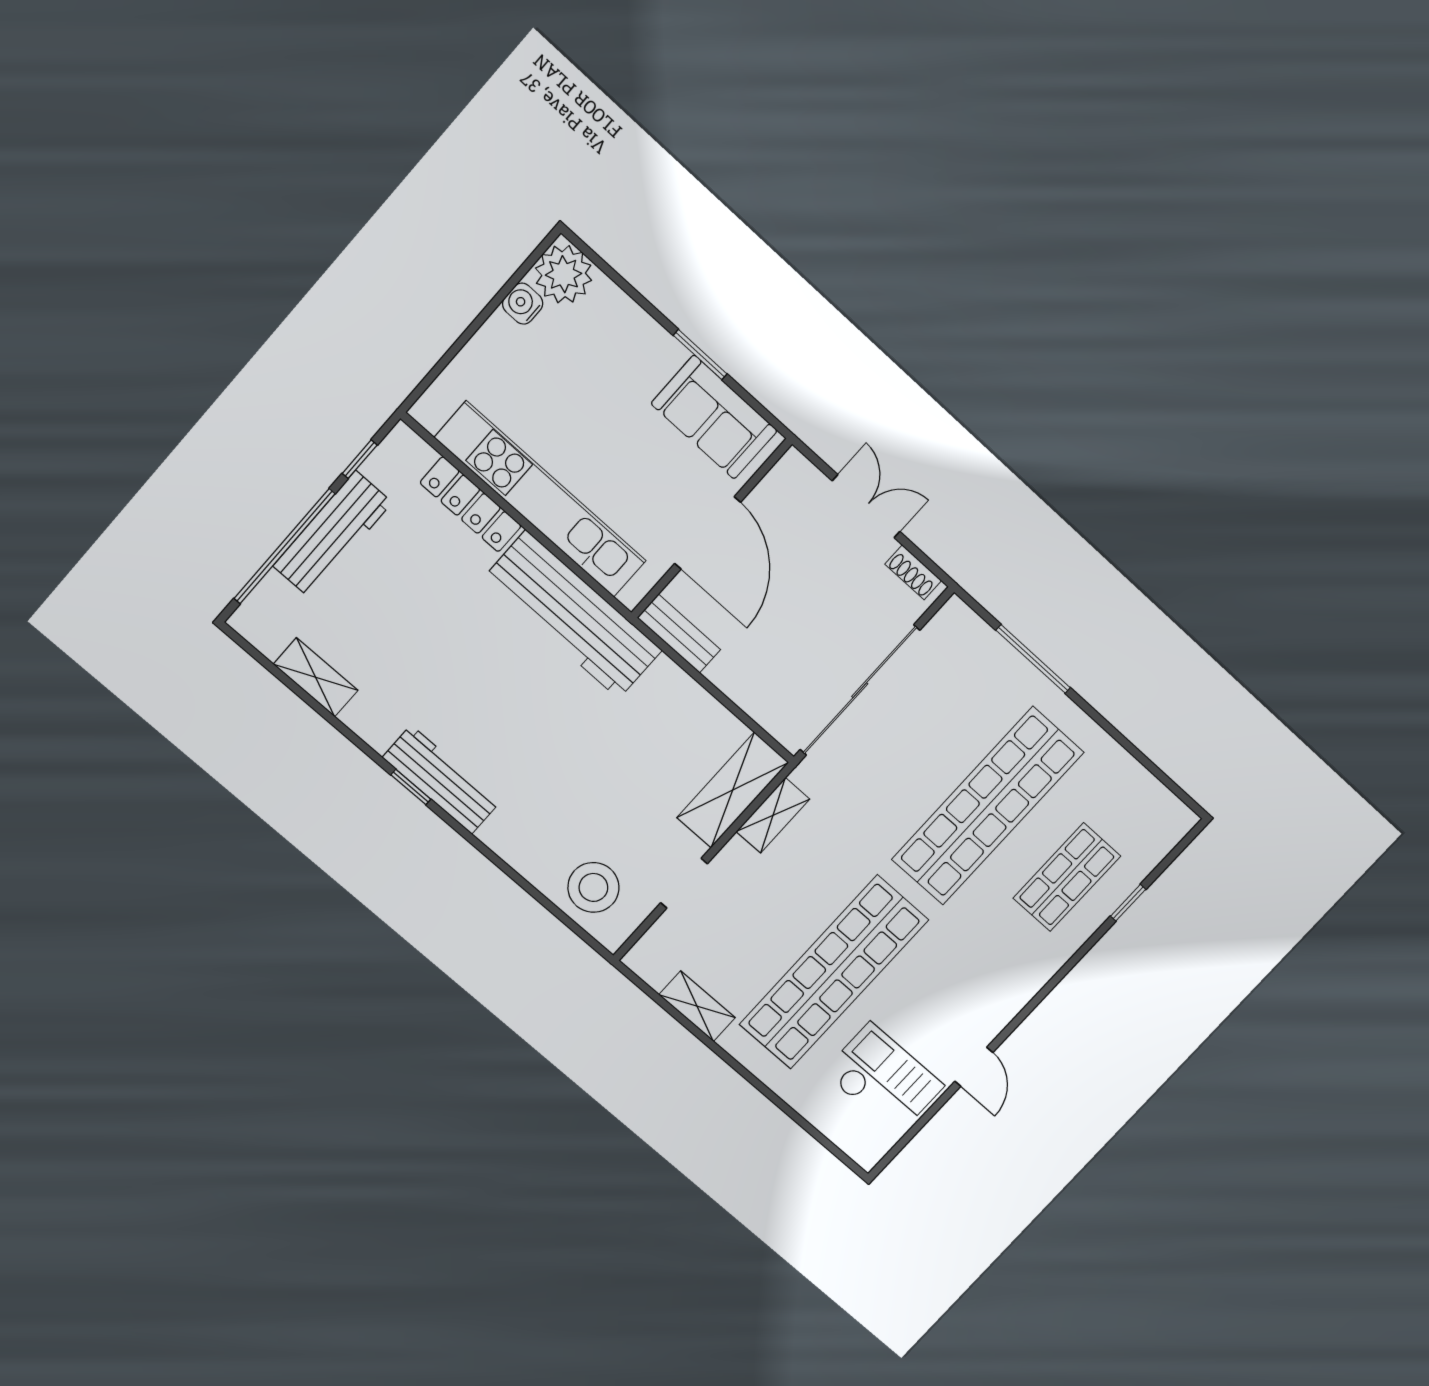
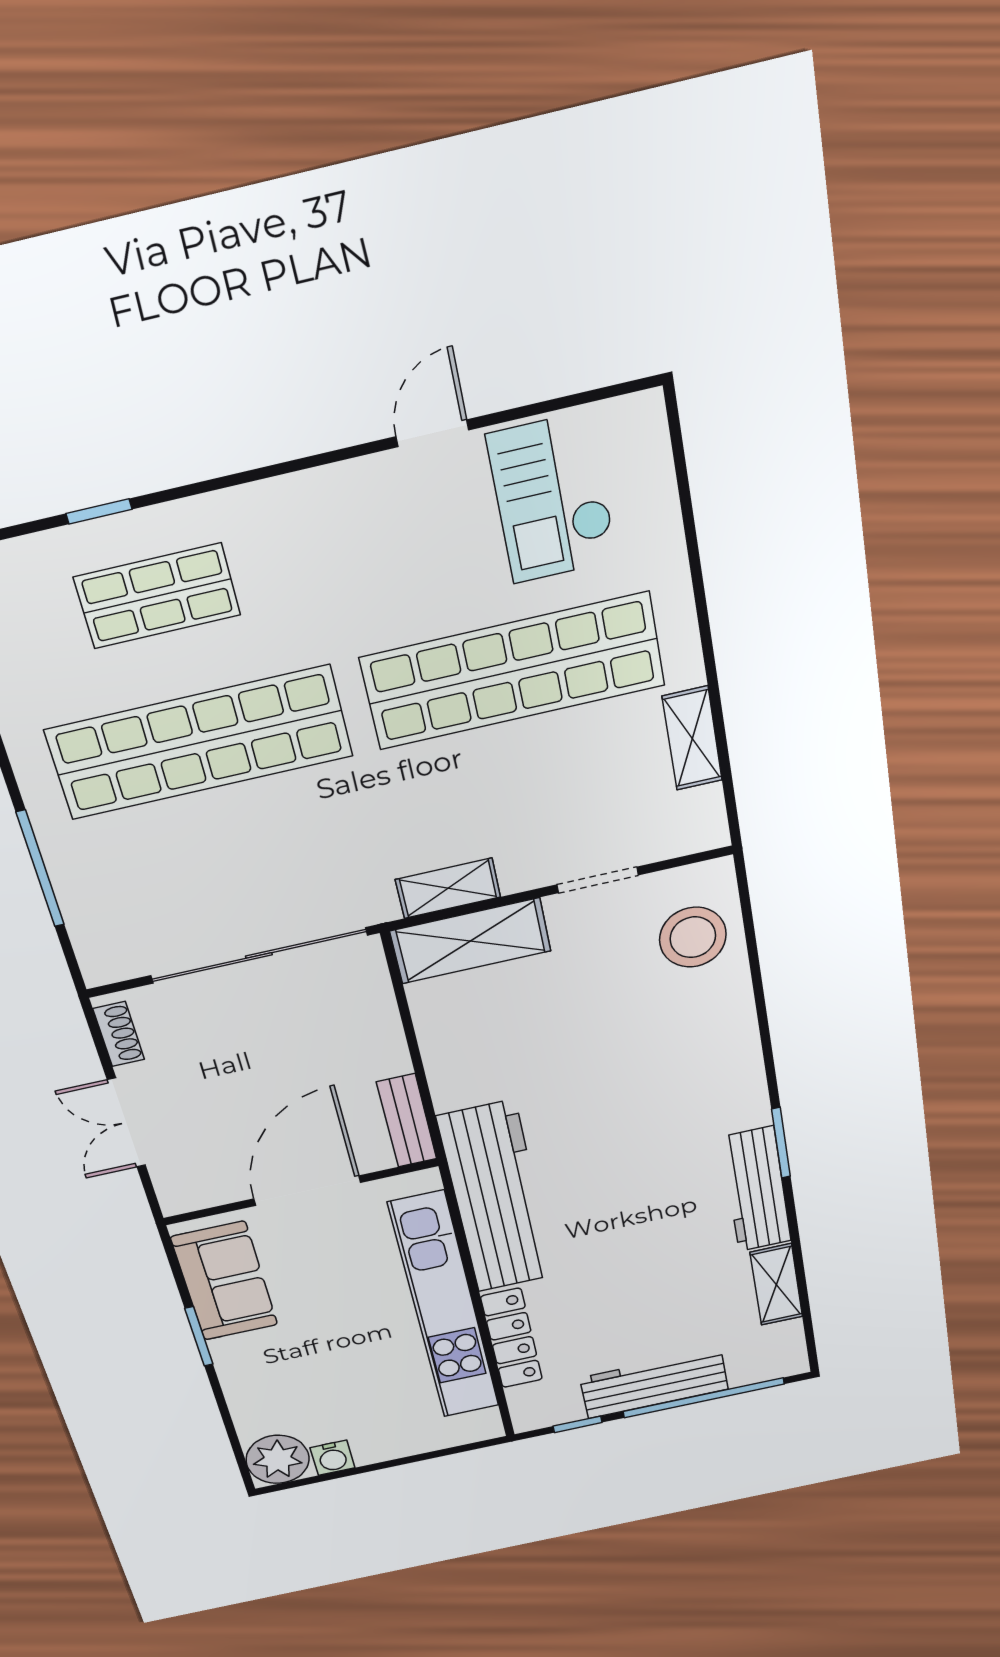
workbench: (441, 780) -> (756, 1189), moved
window: (411, 787) -> (781, 1143), width x1.50

